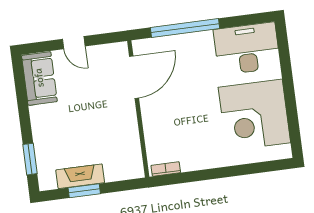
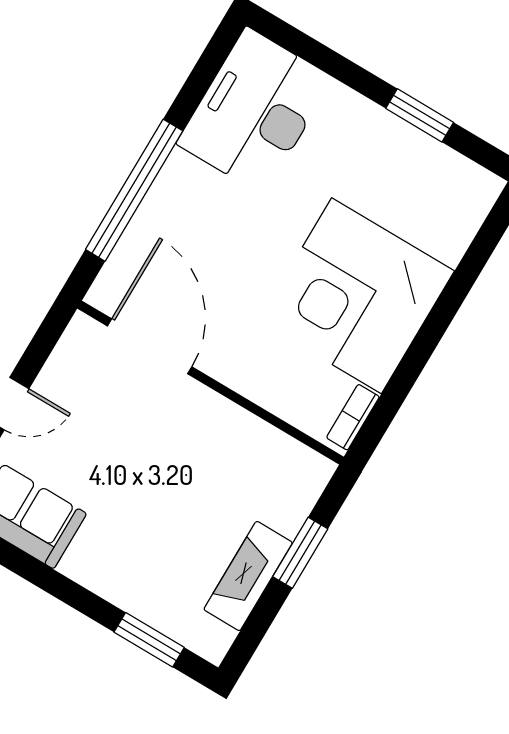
window: (291, 108) -> (420, 115), added
corner desk: (254, 115) -> (357, 296), moved, turned 90
window: (84, 191) -> (300, 553), moved

